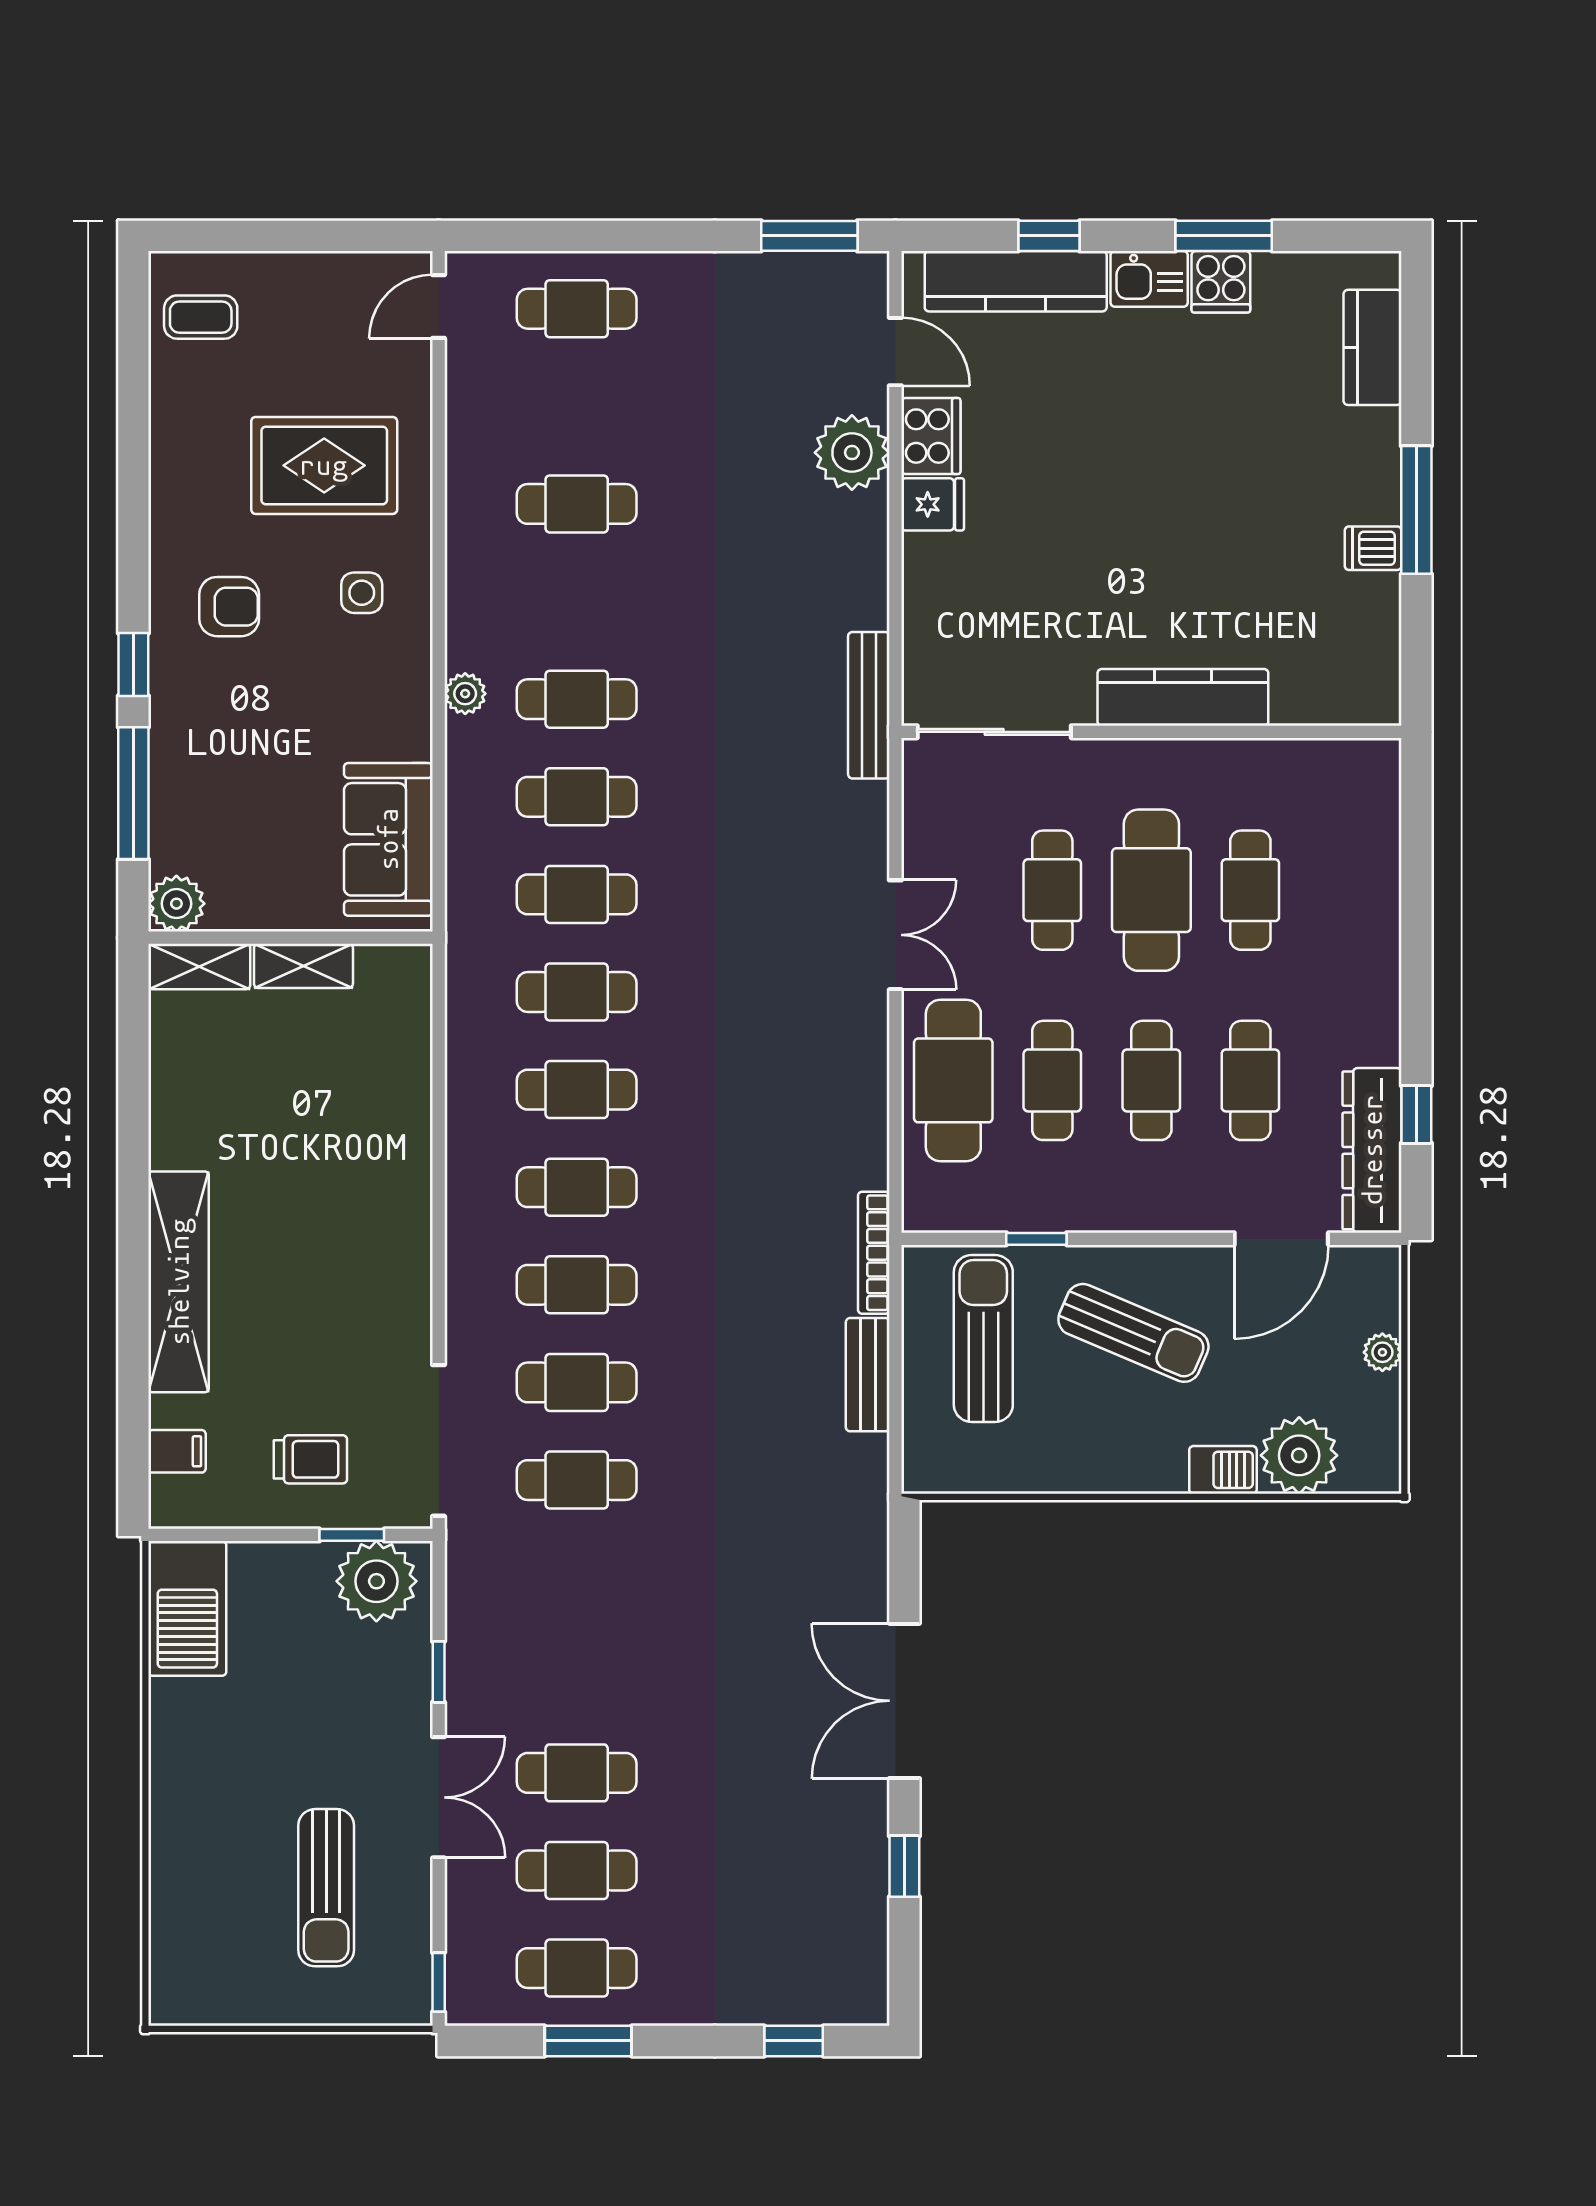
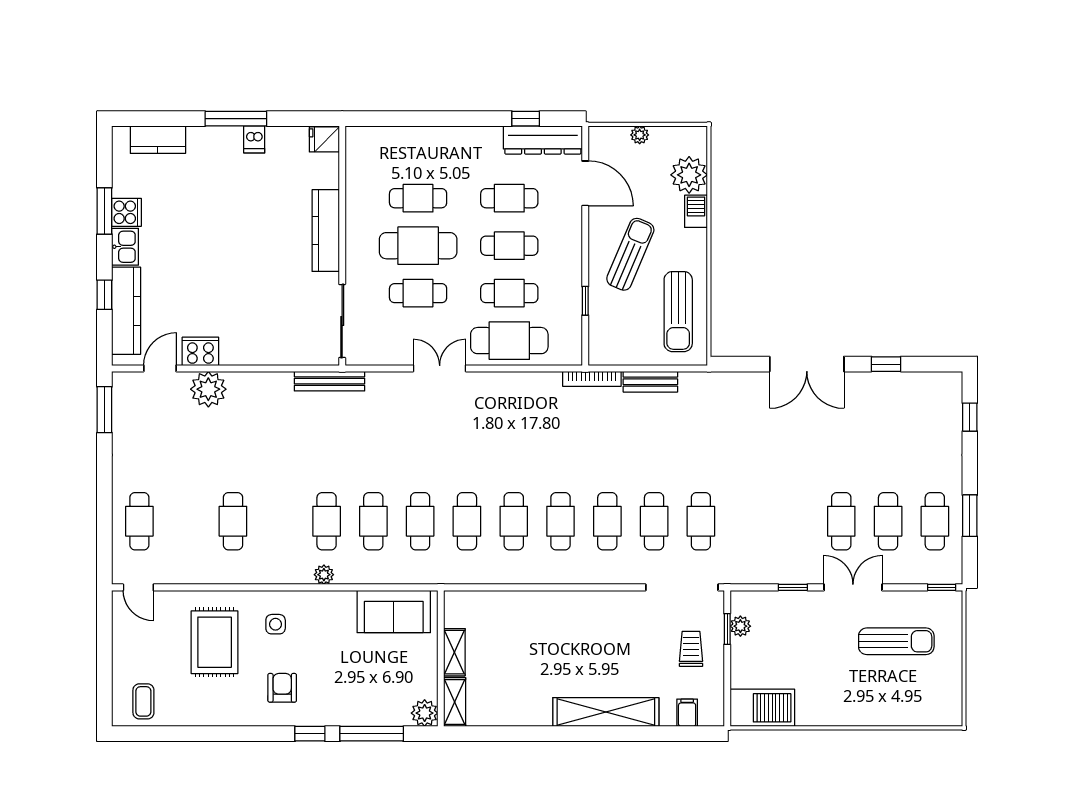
fridge: (933, 504) -> (324, 139), moved, turned -90
sun lounger: (983, 1339) -> (678, 312), moved, turned -90
plant: (376, 1581) -> (740, 626), width x0.53, depth x0.53

